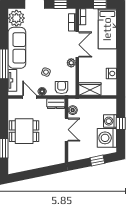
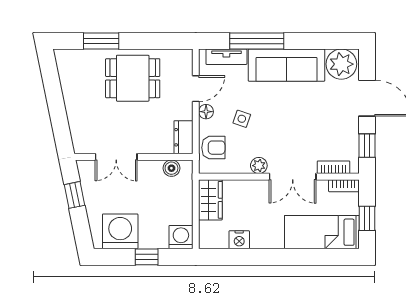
washing machine: (110, 121) -> (181, 237), moved
double door: (67, 130) -> (116, 157), moved
dining table: (24, 131) -> (133, 78), turned 90
window: (97, 161) -> (75, 195), moved

